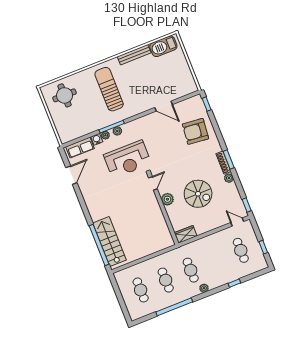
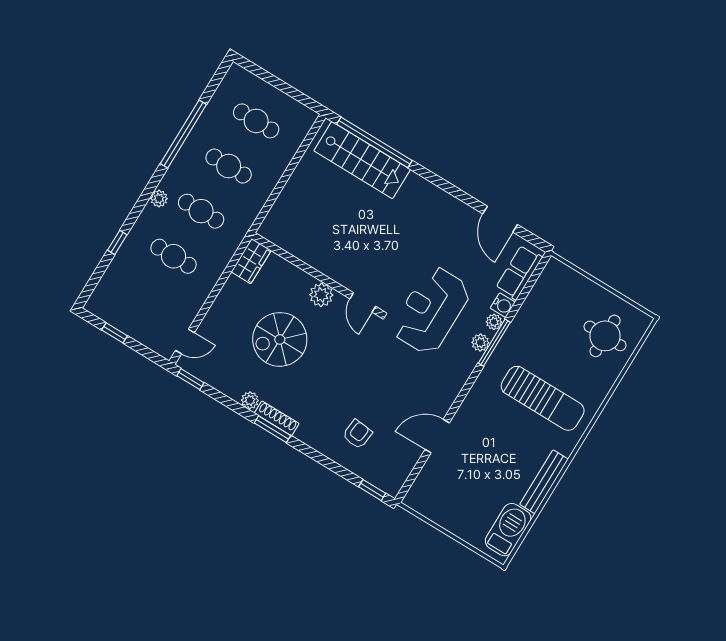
armchair: (196, 131) -> (357, 434), width x0.53, depth x0.53
cafe table: (241, 250) -> (174, 256), moved

